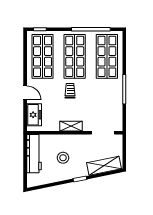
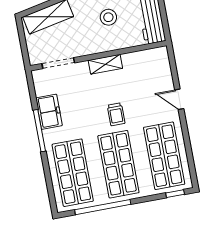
freezer: (34, 115) -> (49, 112), moved, turned 180

